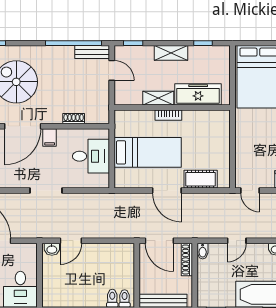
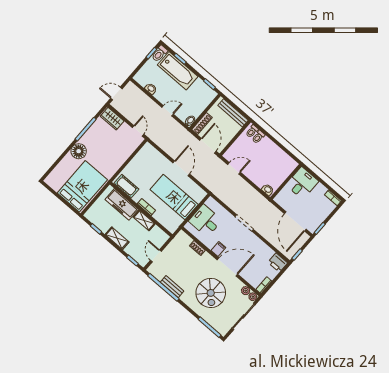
bench: (92, 52) -> (172, 287), moved
cot: (201, 179) -> (126, 186), moved
door: (71, 241) -> (234, 168), moved

